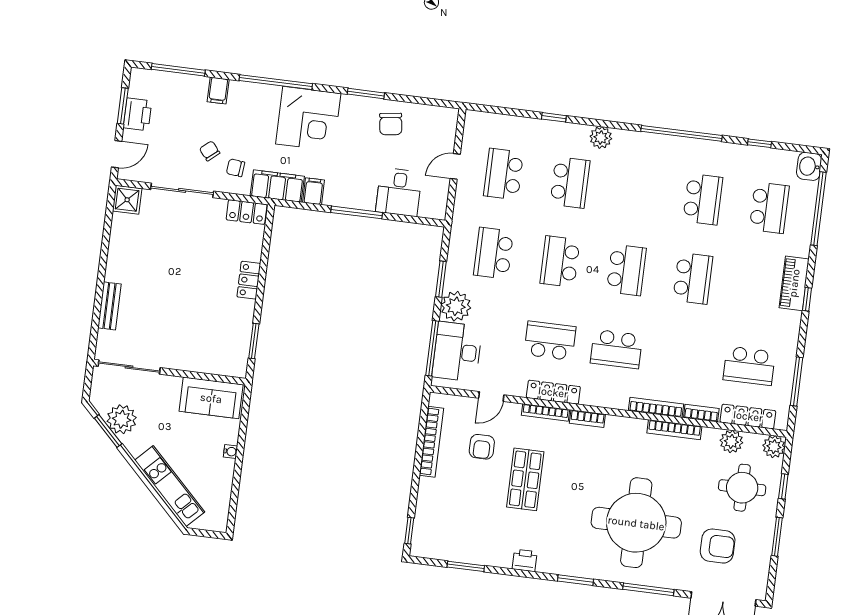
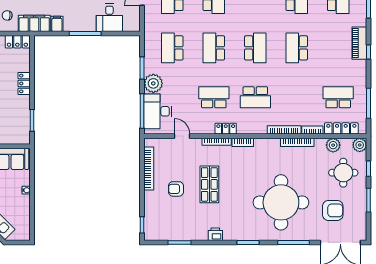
school desk: (693, 278) -> (297, 48), turned 180
school desk: (749, 366) -> (338, 97), turned 180
locker: (553, 392) -> (226, 129), width x0.66
door: (491, 396) -> (182, 136), swing flipped
armchair: (482, 447) -> (176, 189), moved, turned 90

